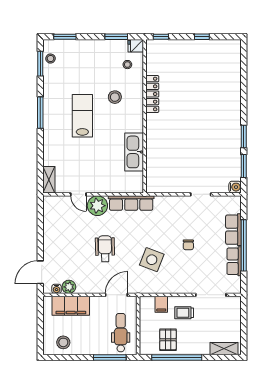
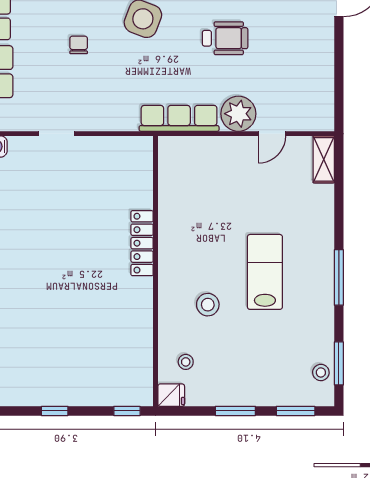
window: (116, 37) -> (235, 411), moved
locker: (152, 94) -> (142, 243), moved
lab bench: (82, 116) -> (265, 272), turned 180
kitchen sink: (134, 152) -> (174, 208), removed
door: (78, 194) -> (272, 134), swing flipped
wheelchair: (105, 249) -> (225, 38), turned -89

